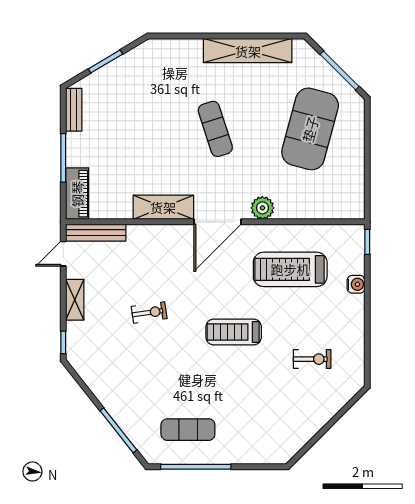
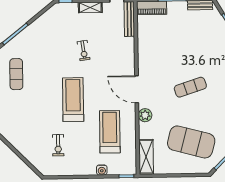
shelving: (163, 207) -> (146, 157), moved
treadmill: (234, 332) -> (73, 100), width x1.37, depth x1.38

